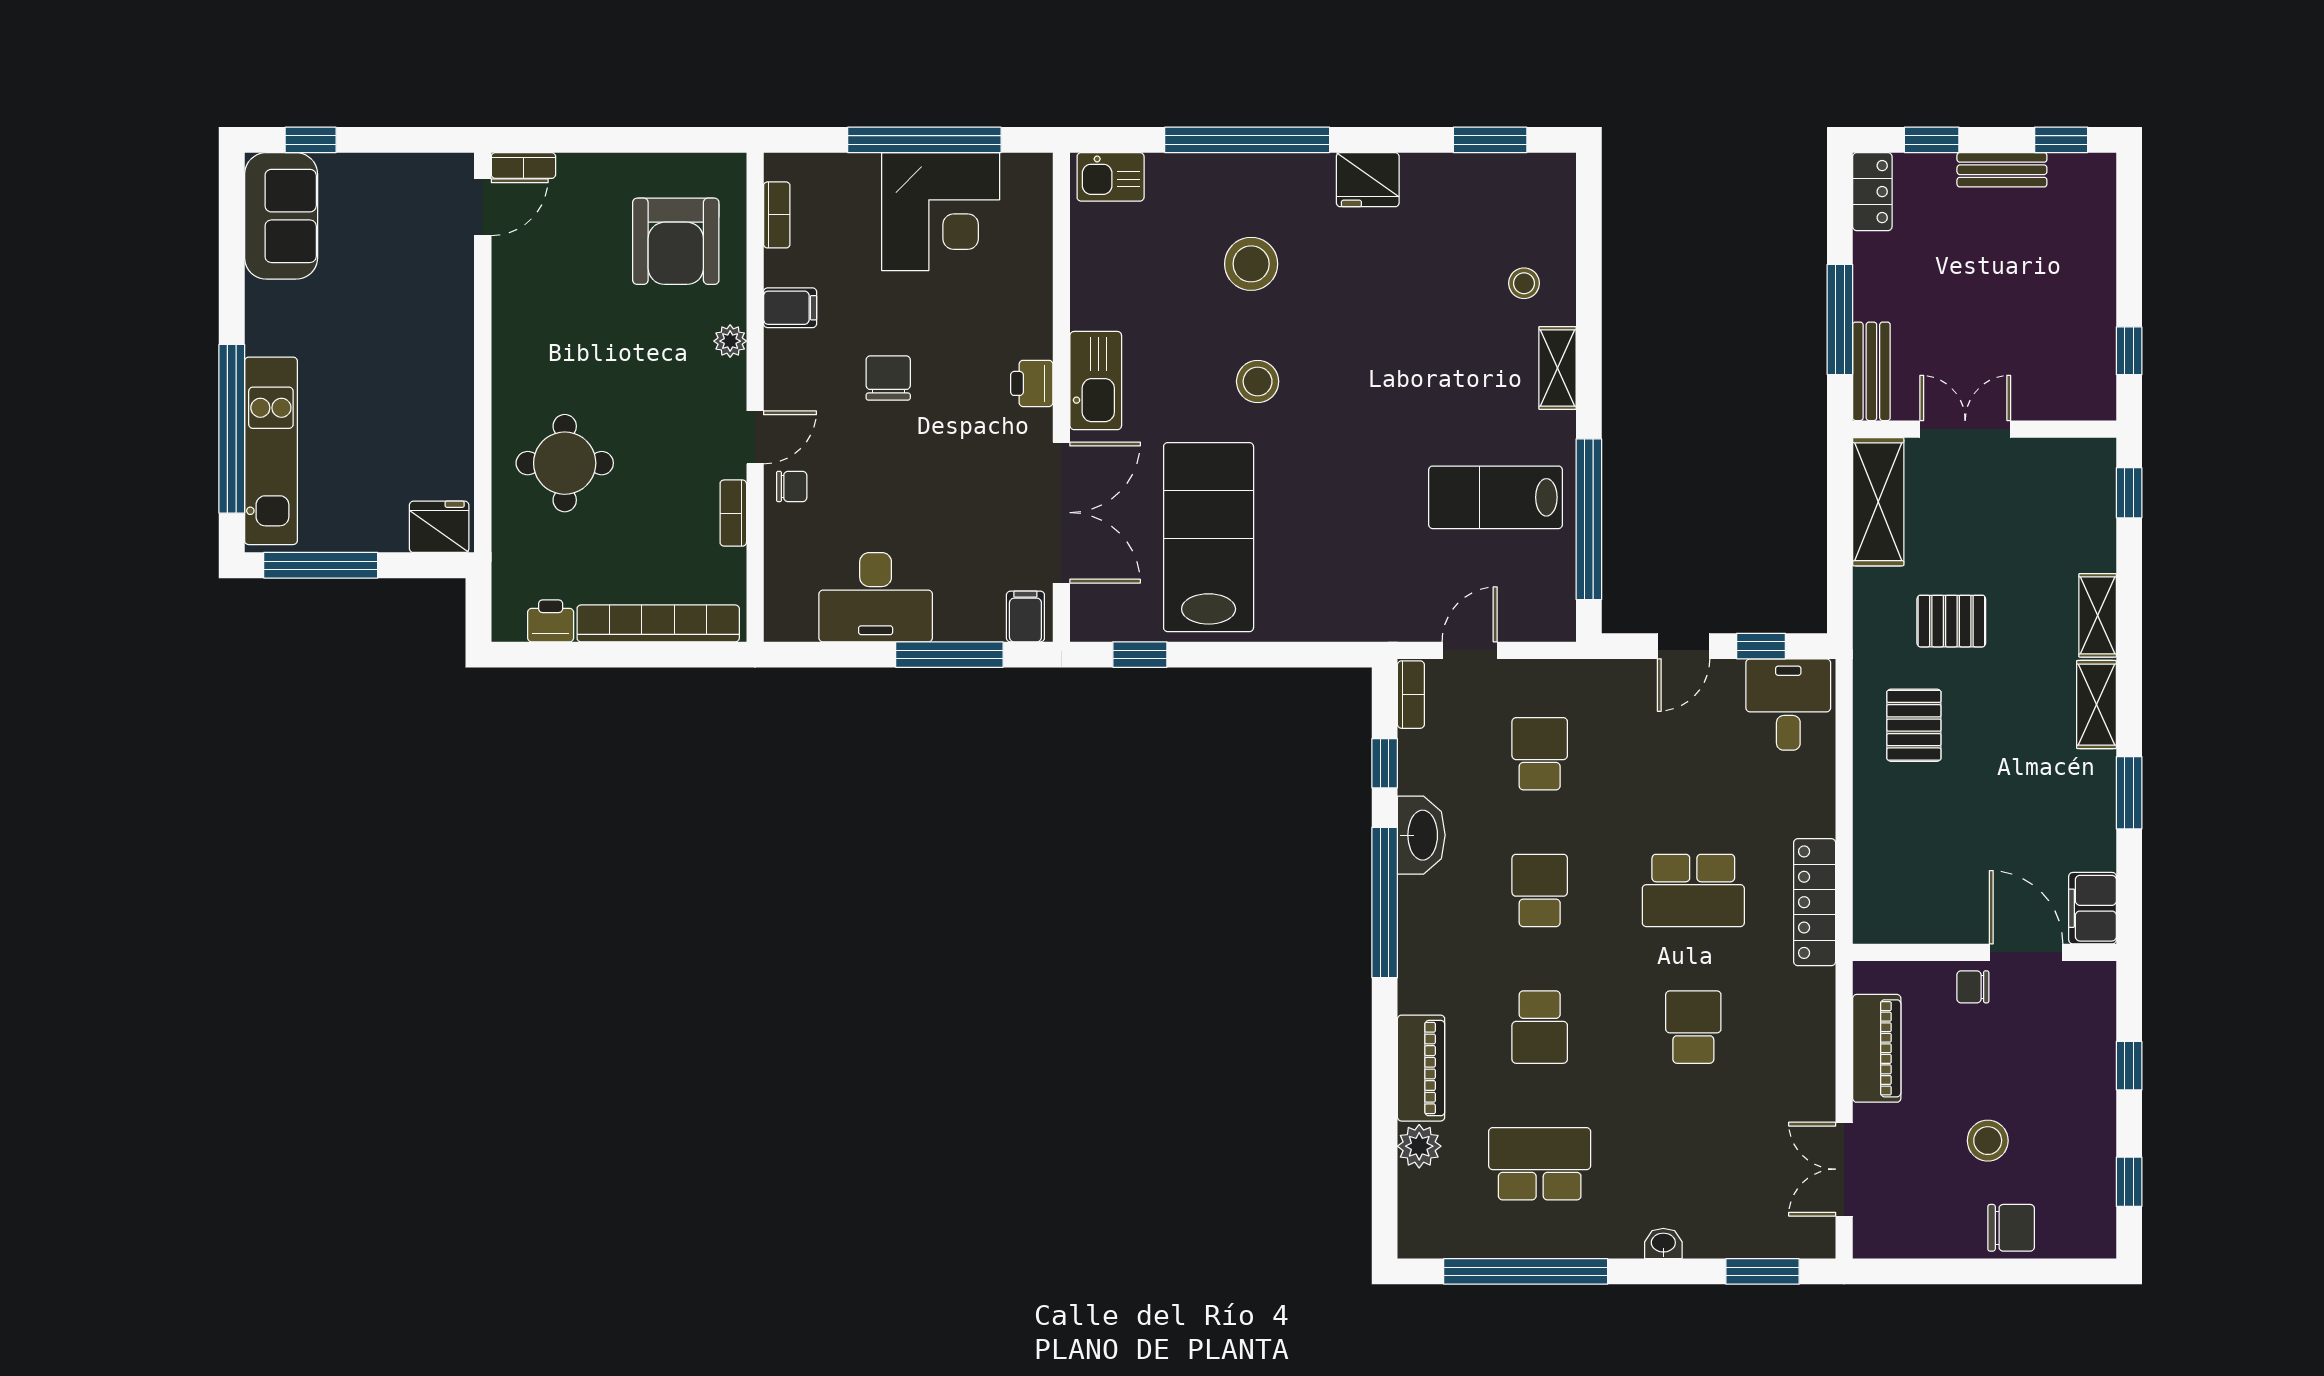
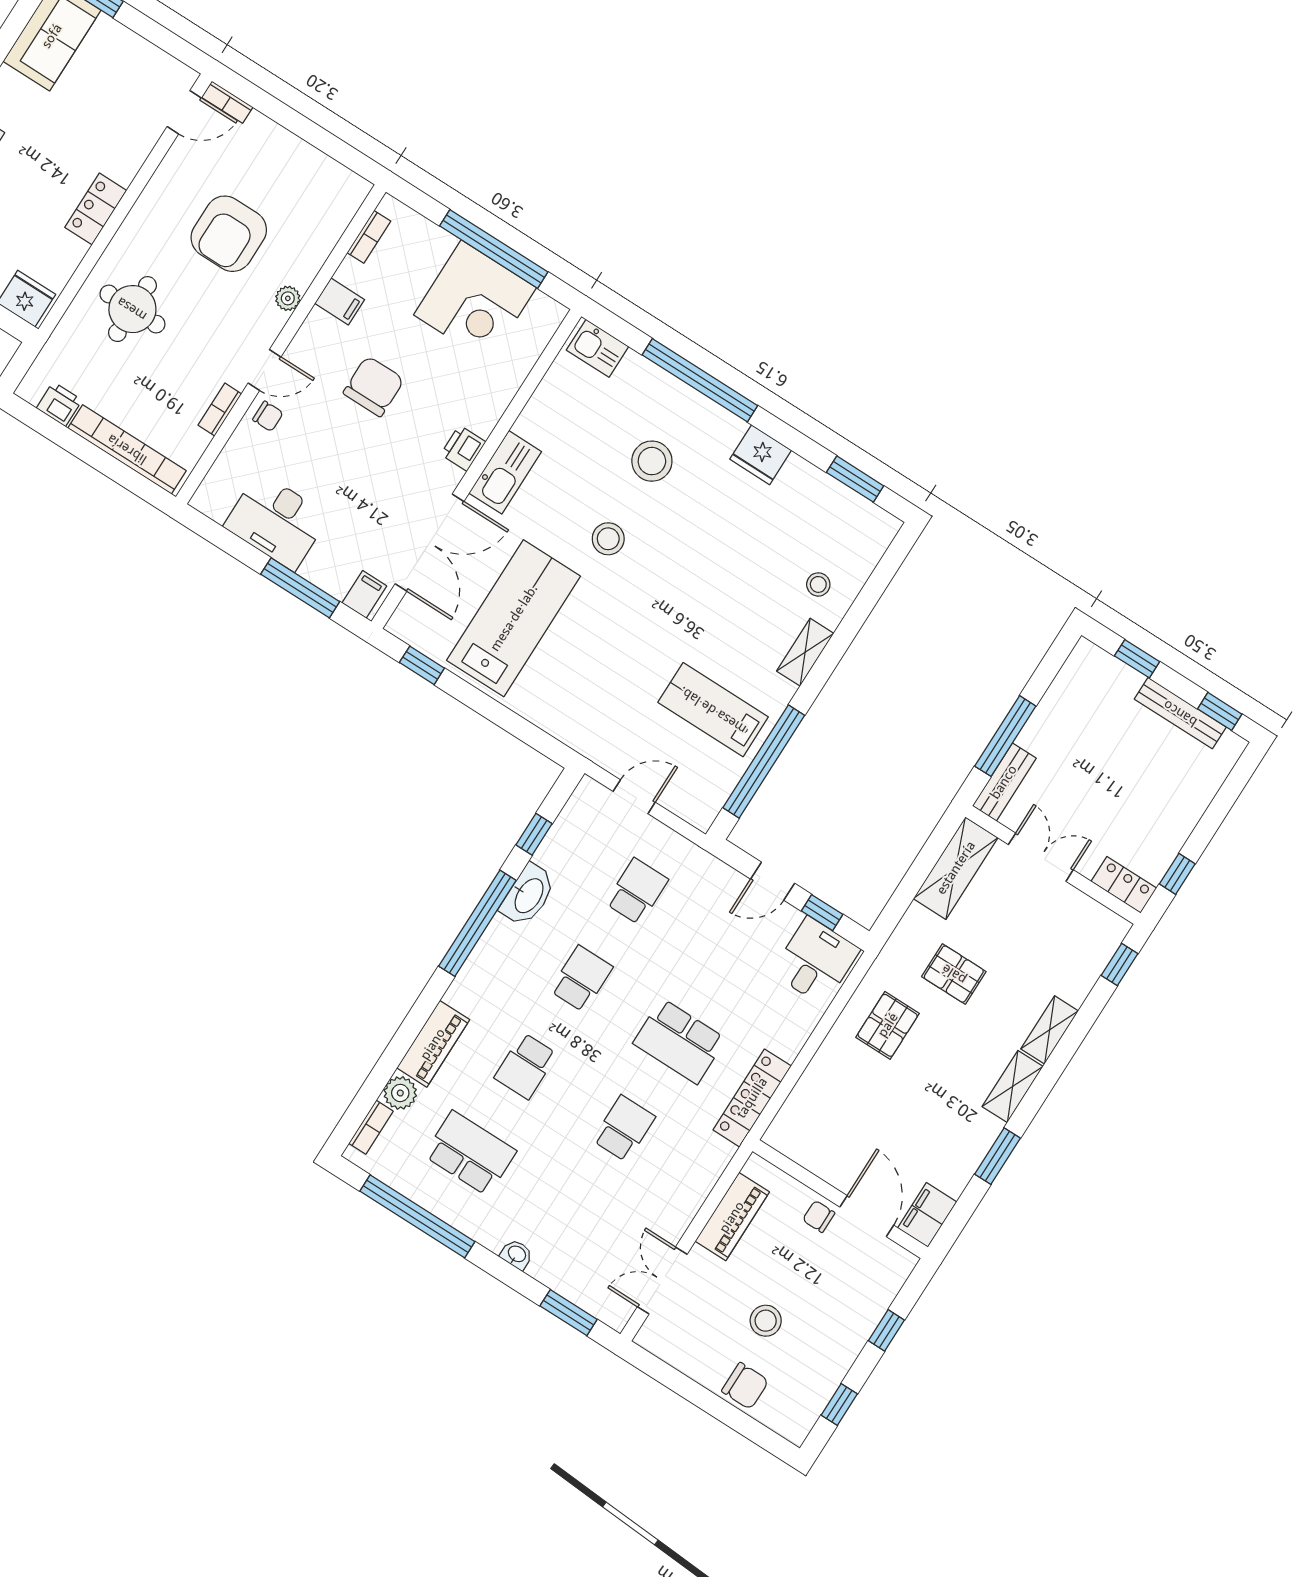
bench: (2002, 170) -> (1180, 713), width x1.36
locker: (1872, 192) -> (1124, 885), moved, turned -90
armchair: (676, 241) -> (229, 234), moved
locker: (453, 378) -> (96, 209), added
chair: (888, 378) -> (374, 386), width x1.37, depth x1.37
bookcase: (1411, 695) -> (371, 1127), moved

